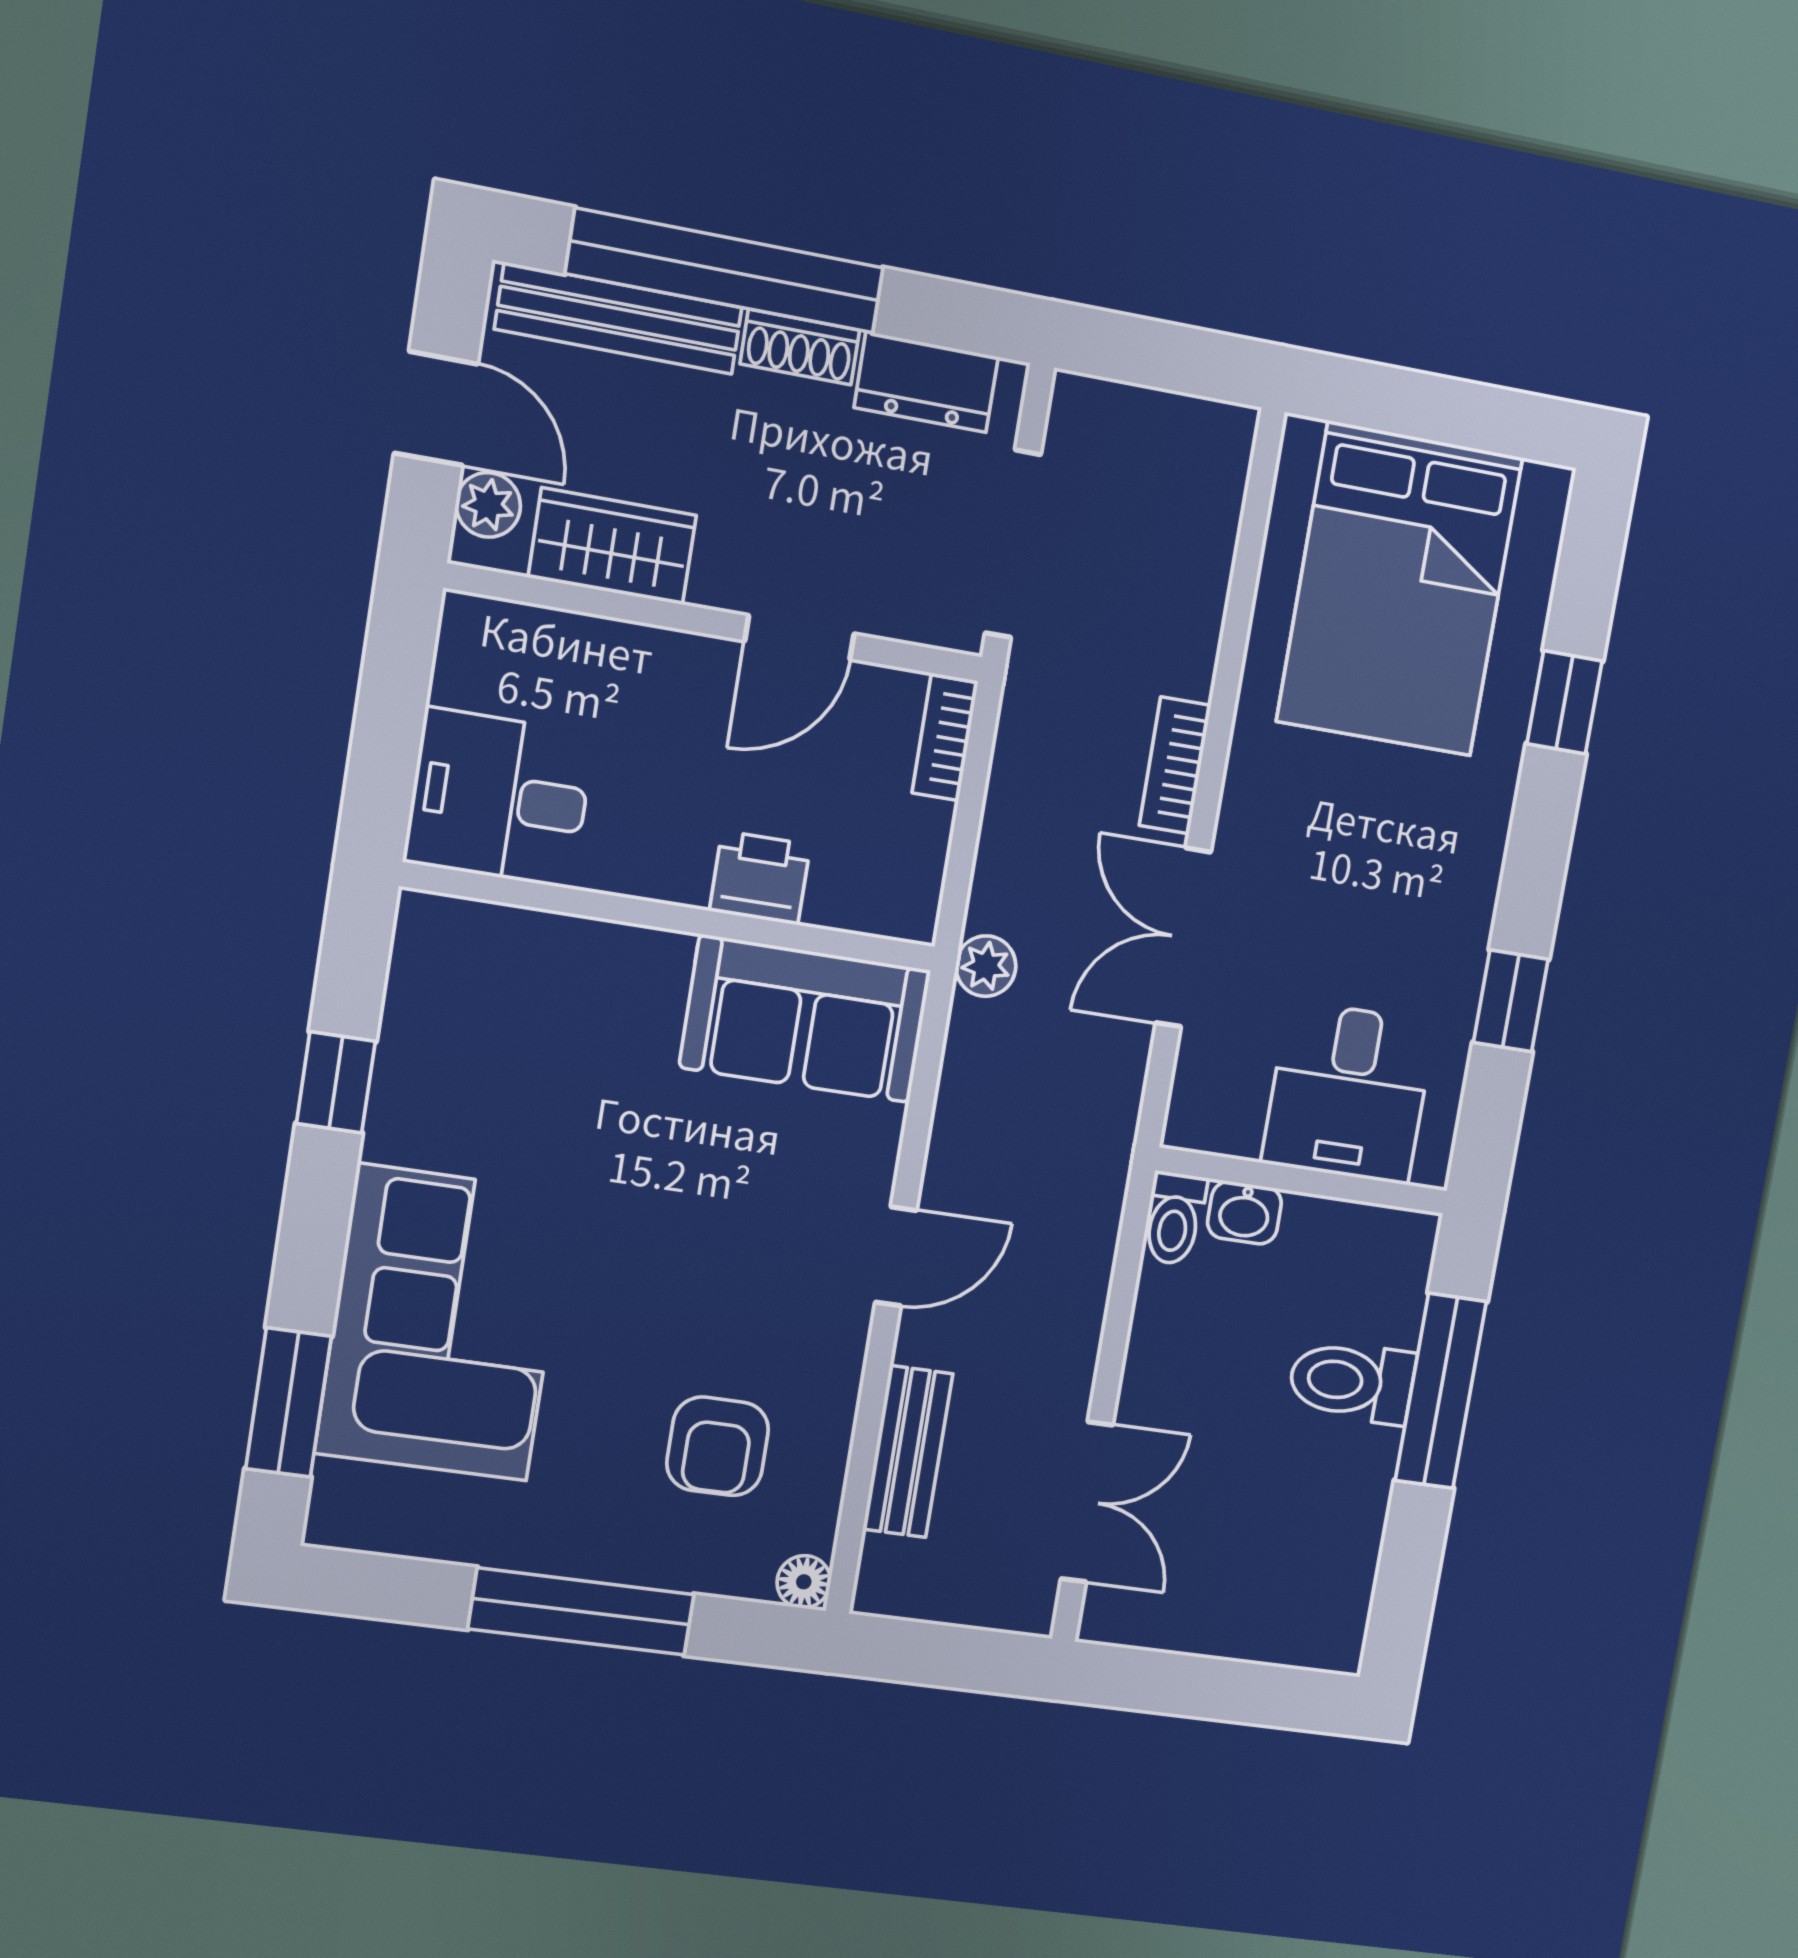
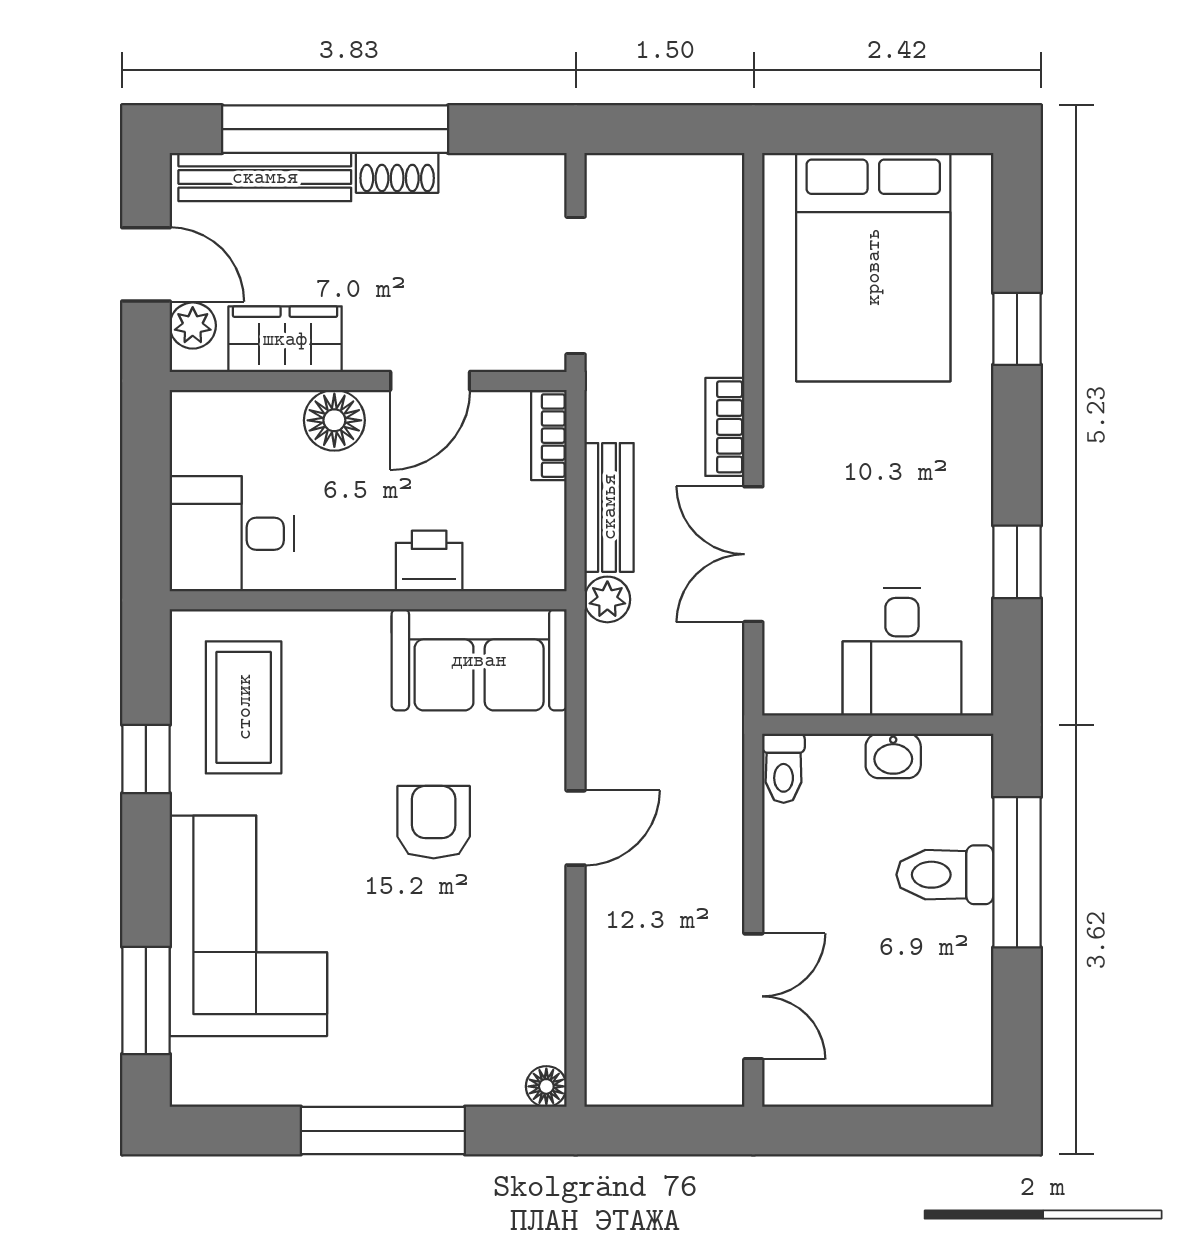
dresser: (926, 382) -> (493, 181), removed
floor lamp: (662, 668) -> (334, 420), added
coffee table: (480, 1033) -> (244, 707), added
washbasin: (1244, 1213) -> (893, 756), moved
armchair: (718, 1446) -> (434, 822), moved, turned 180
bench: (908, 1452) -> (609, 507), moved

